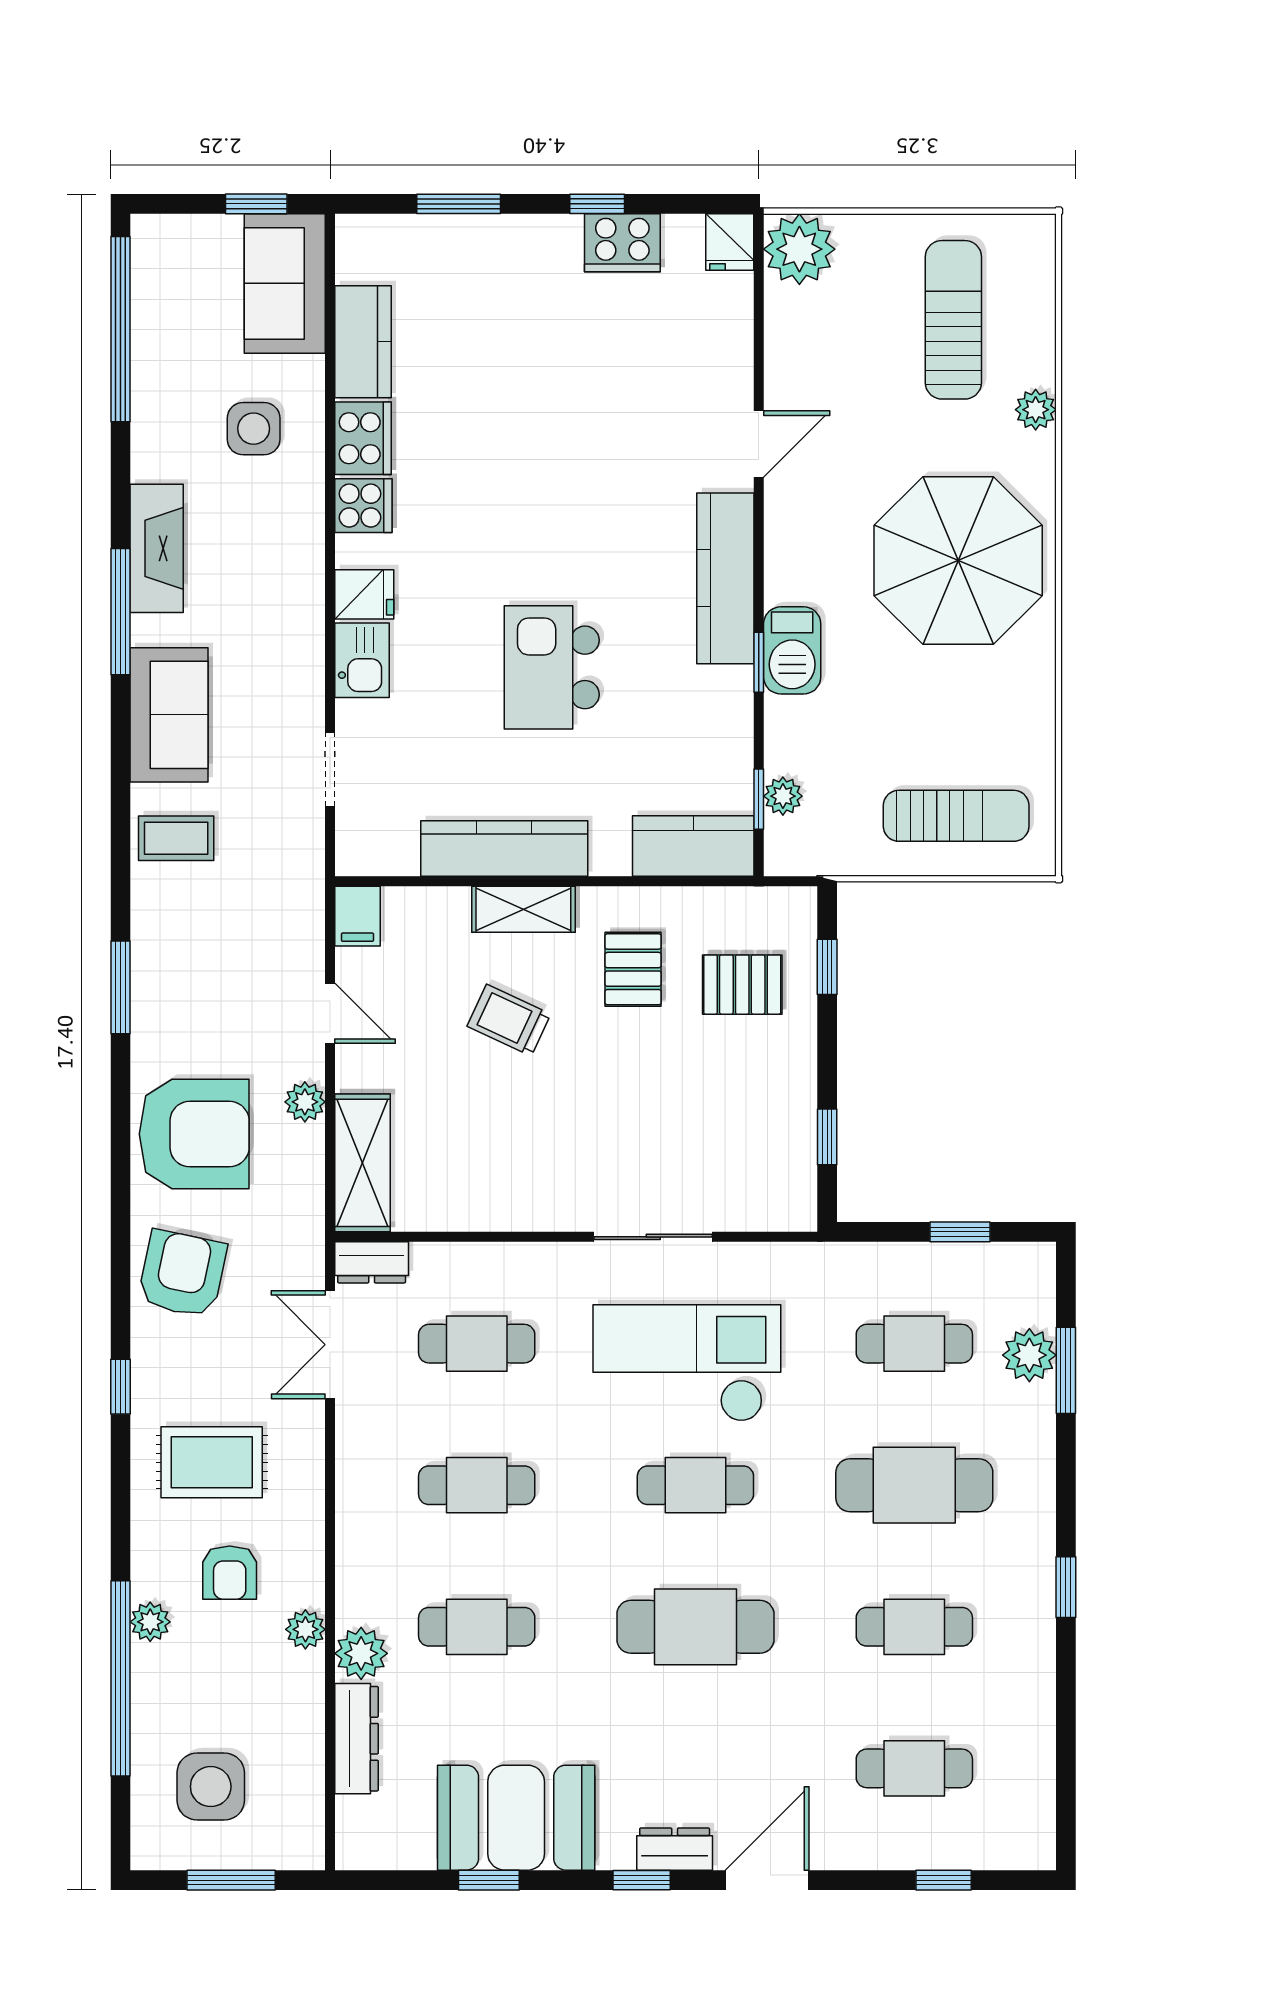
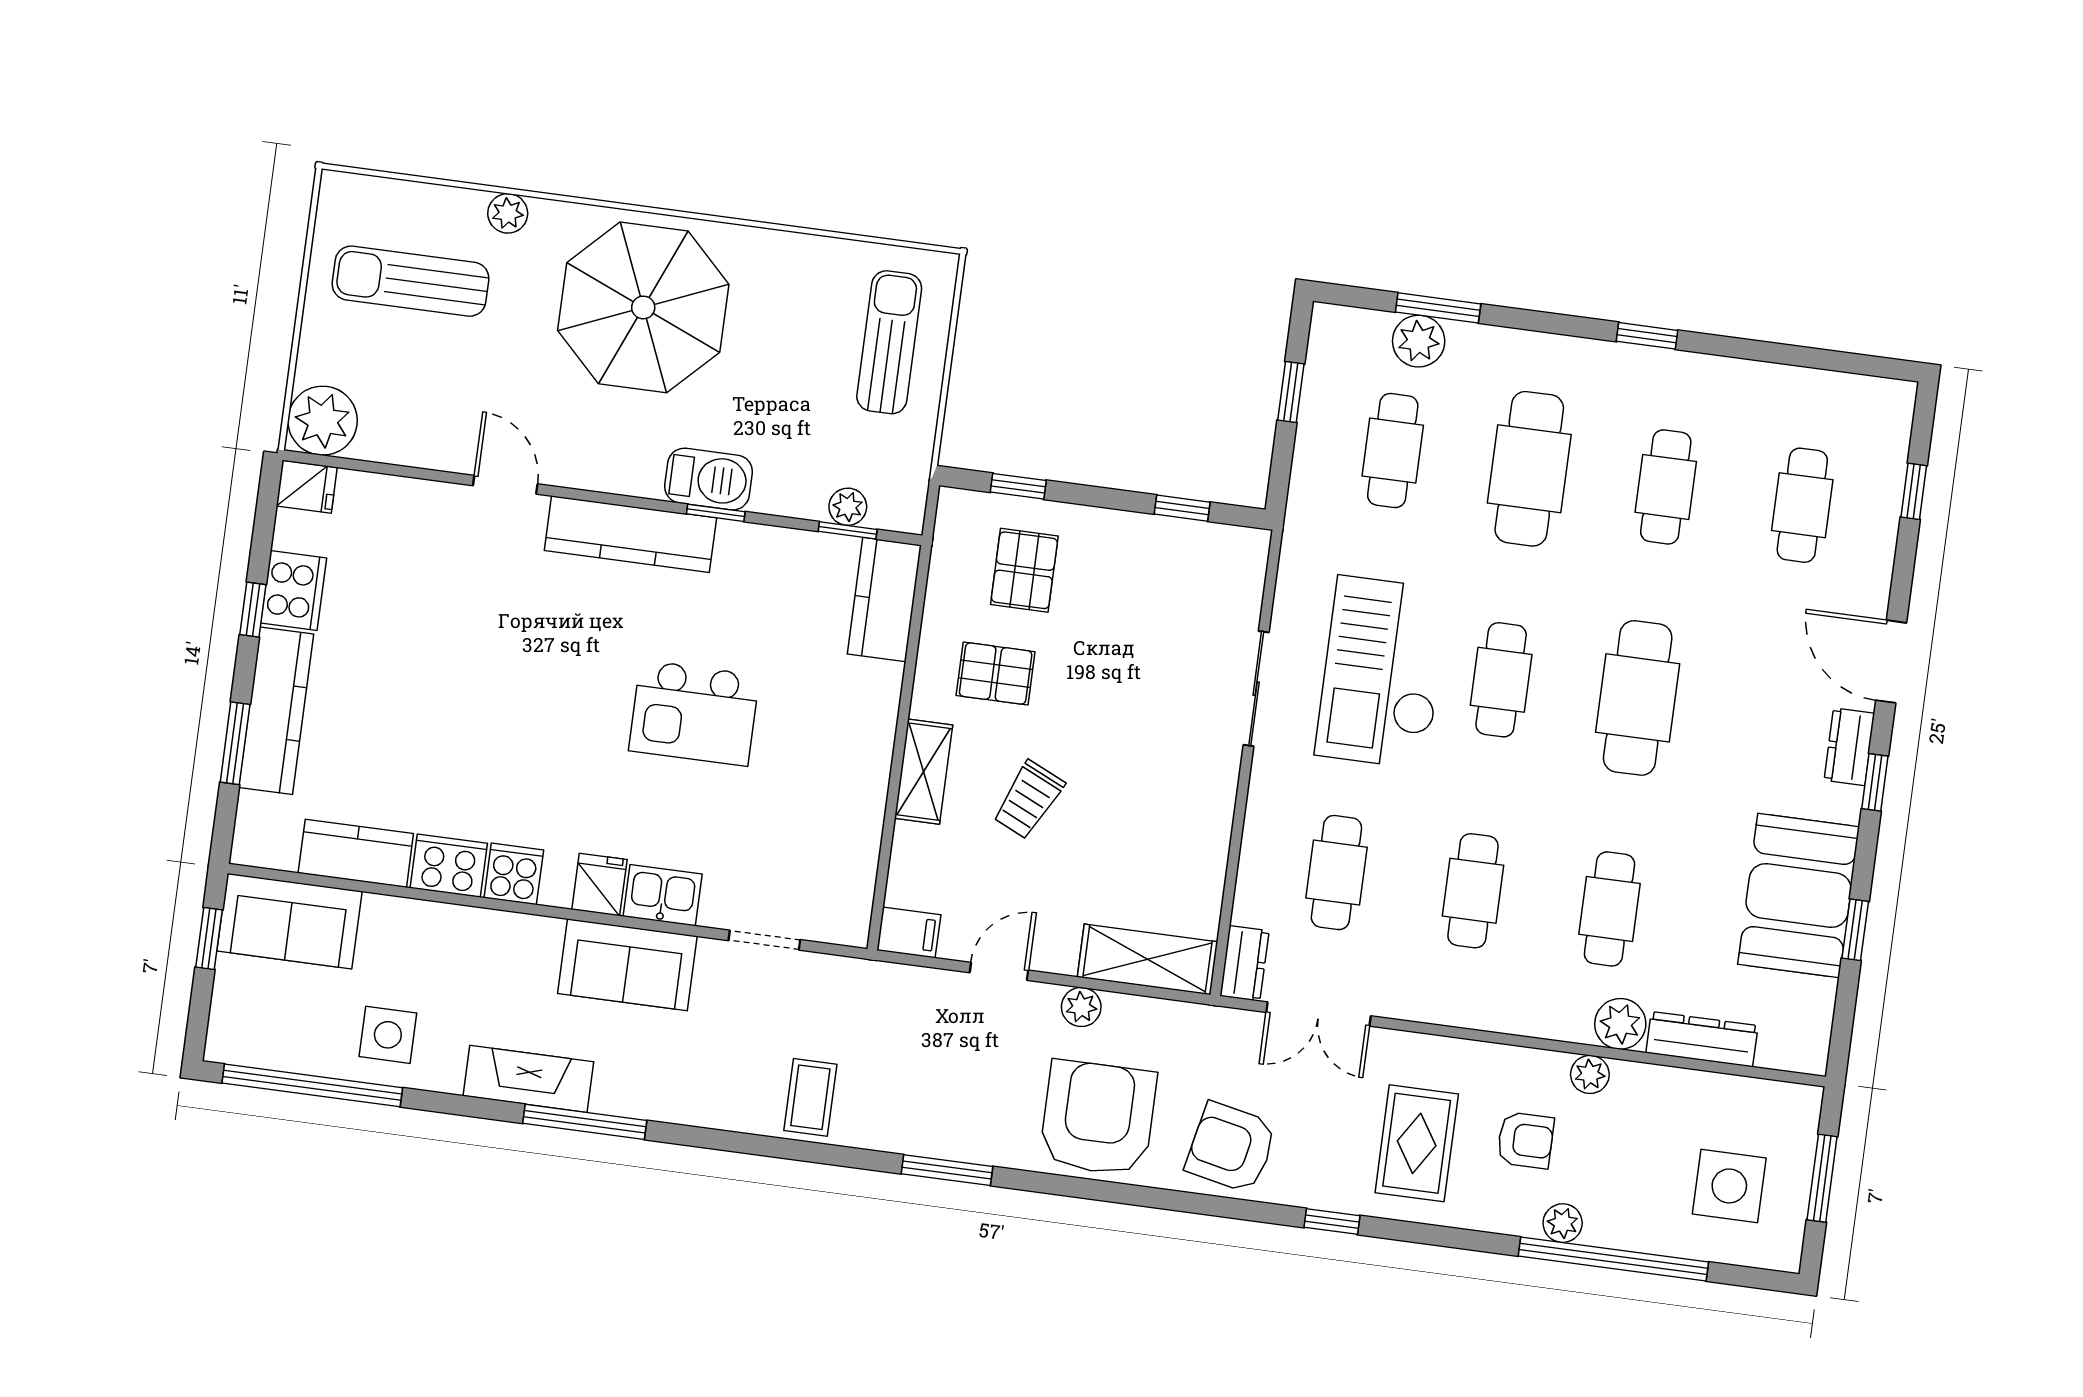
side table: (254, 429) -> (388, 1035), moved
sofa: (169, 715) -> (627, 965), moved, turned 180
kitchen counter: (504, 848) -> (276, 711), moved, turned 180

